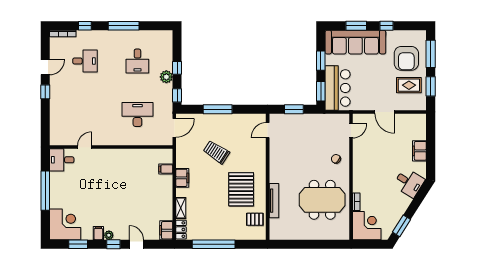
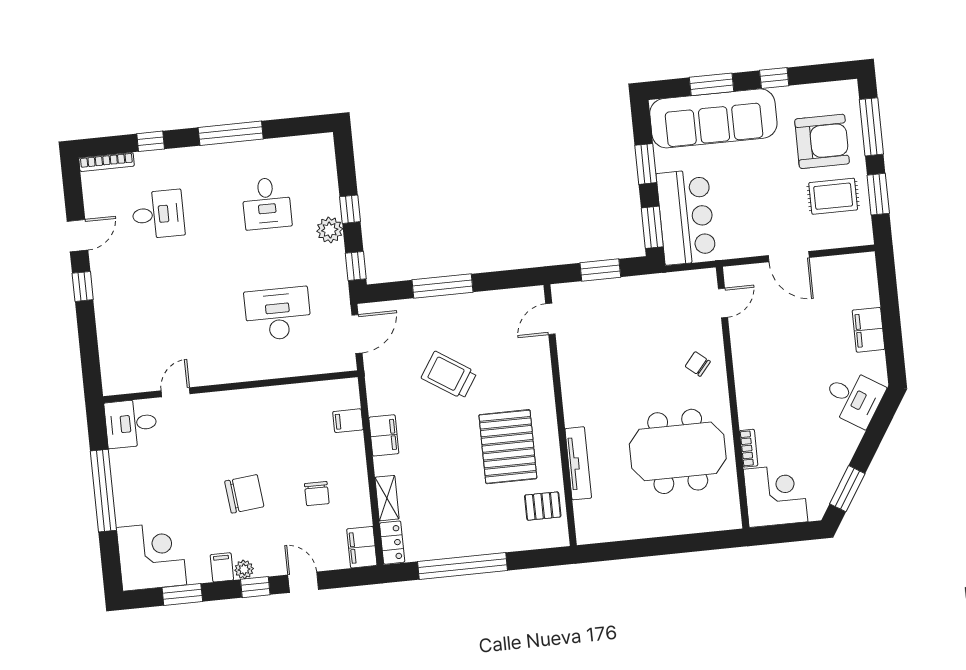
armchair: (406, 58) -> (822, 141), turned -90
chair: (113, 199) -> (244, 494), added
chair: (147, 202) -> (317, 494), added

